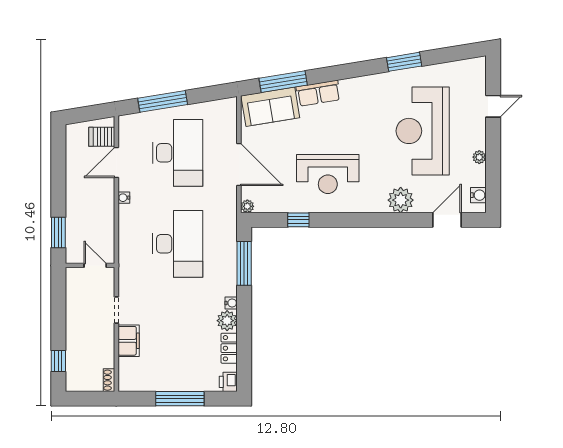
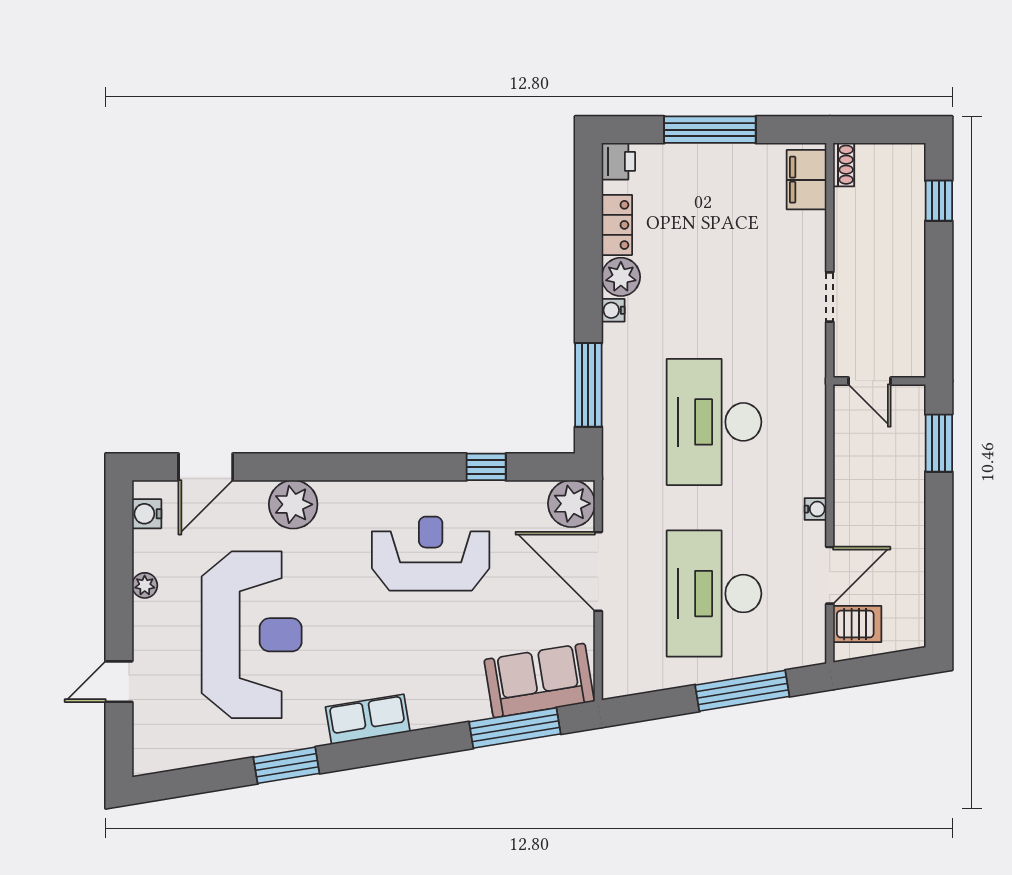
row of seats: (318, 93) -> (368, 719), moved
plant: (247, 206) -> (571, 504), width x1.88, depth x1.88
filing cabinet: (129, 341) -> (807, 180), moved

